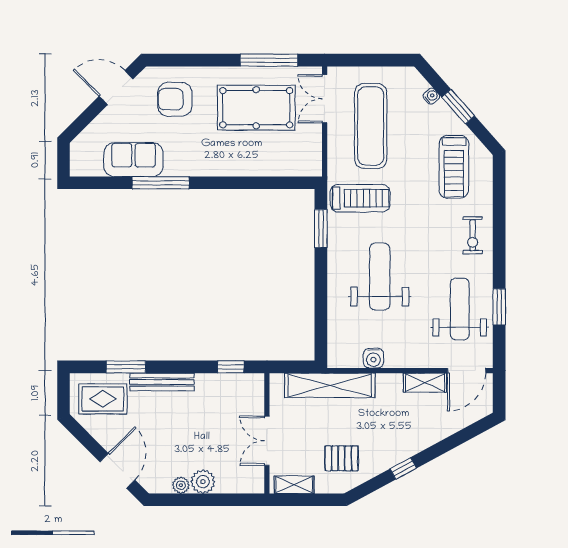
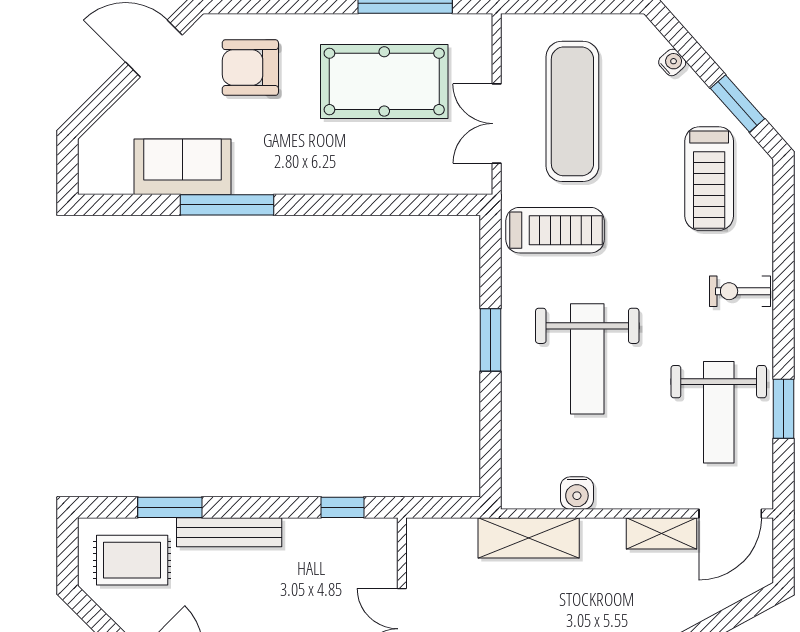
double door: (325, 99) -> (497, 124), moved
window: (458, 106) -> (738, 104), moved
window: (321, 229) -> (491, 340), moved
exercise bike: (473, 235) -> (740, 291), turned 90
weight bench: (380, 277) -> (587, 359), turned 180
weight bench: (460, 309) -> (719, 412), turned 180
shelving: (330, 385) -> (529, 538), width x0.68

